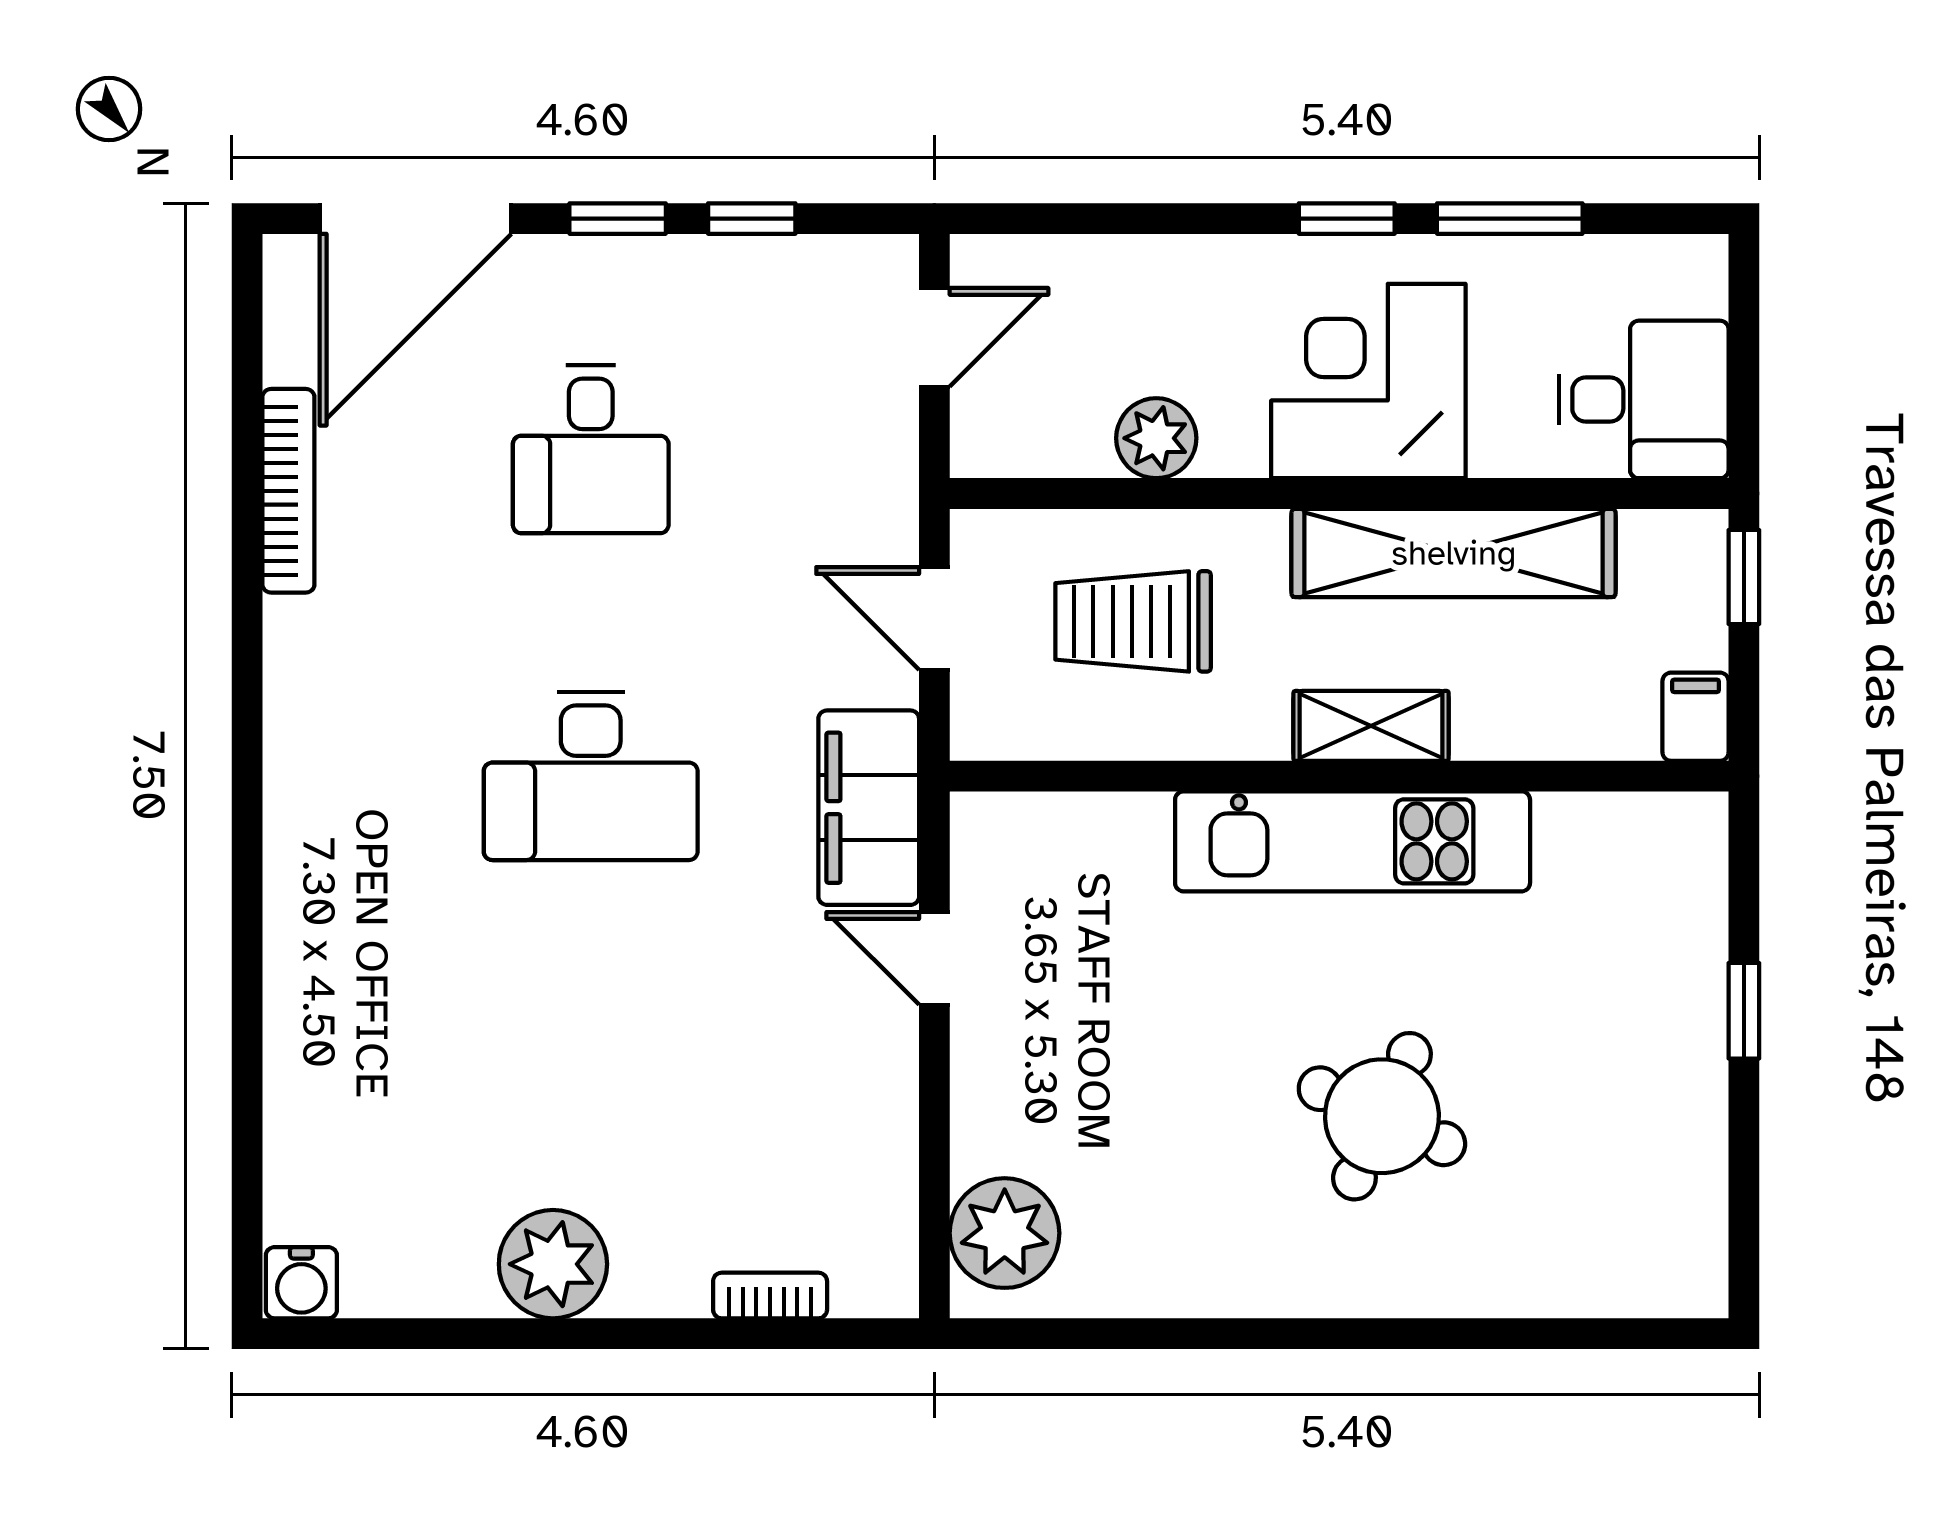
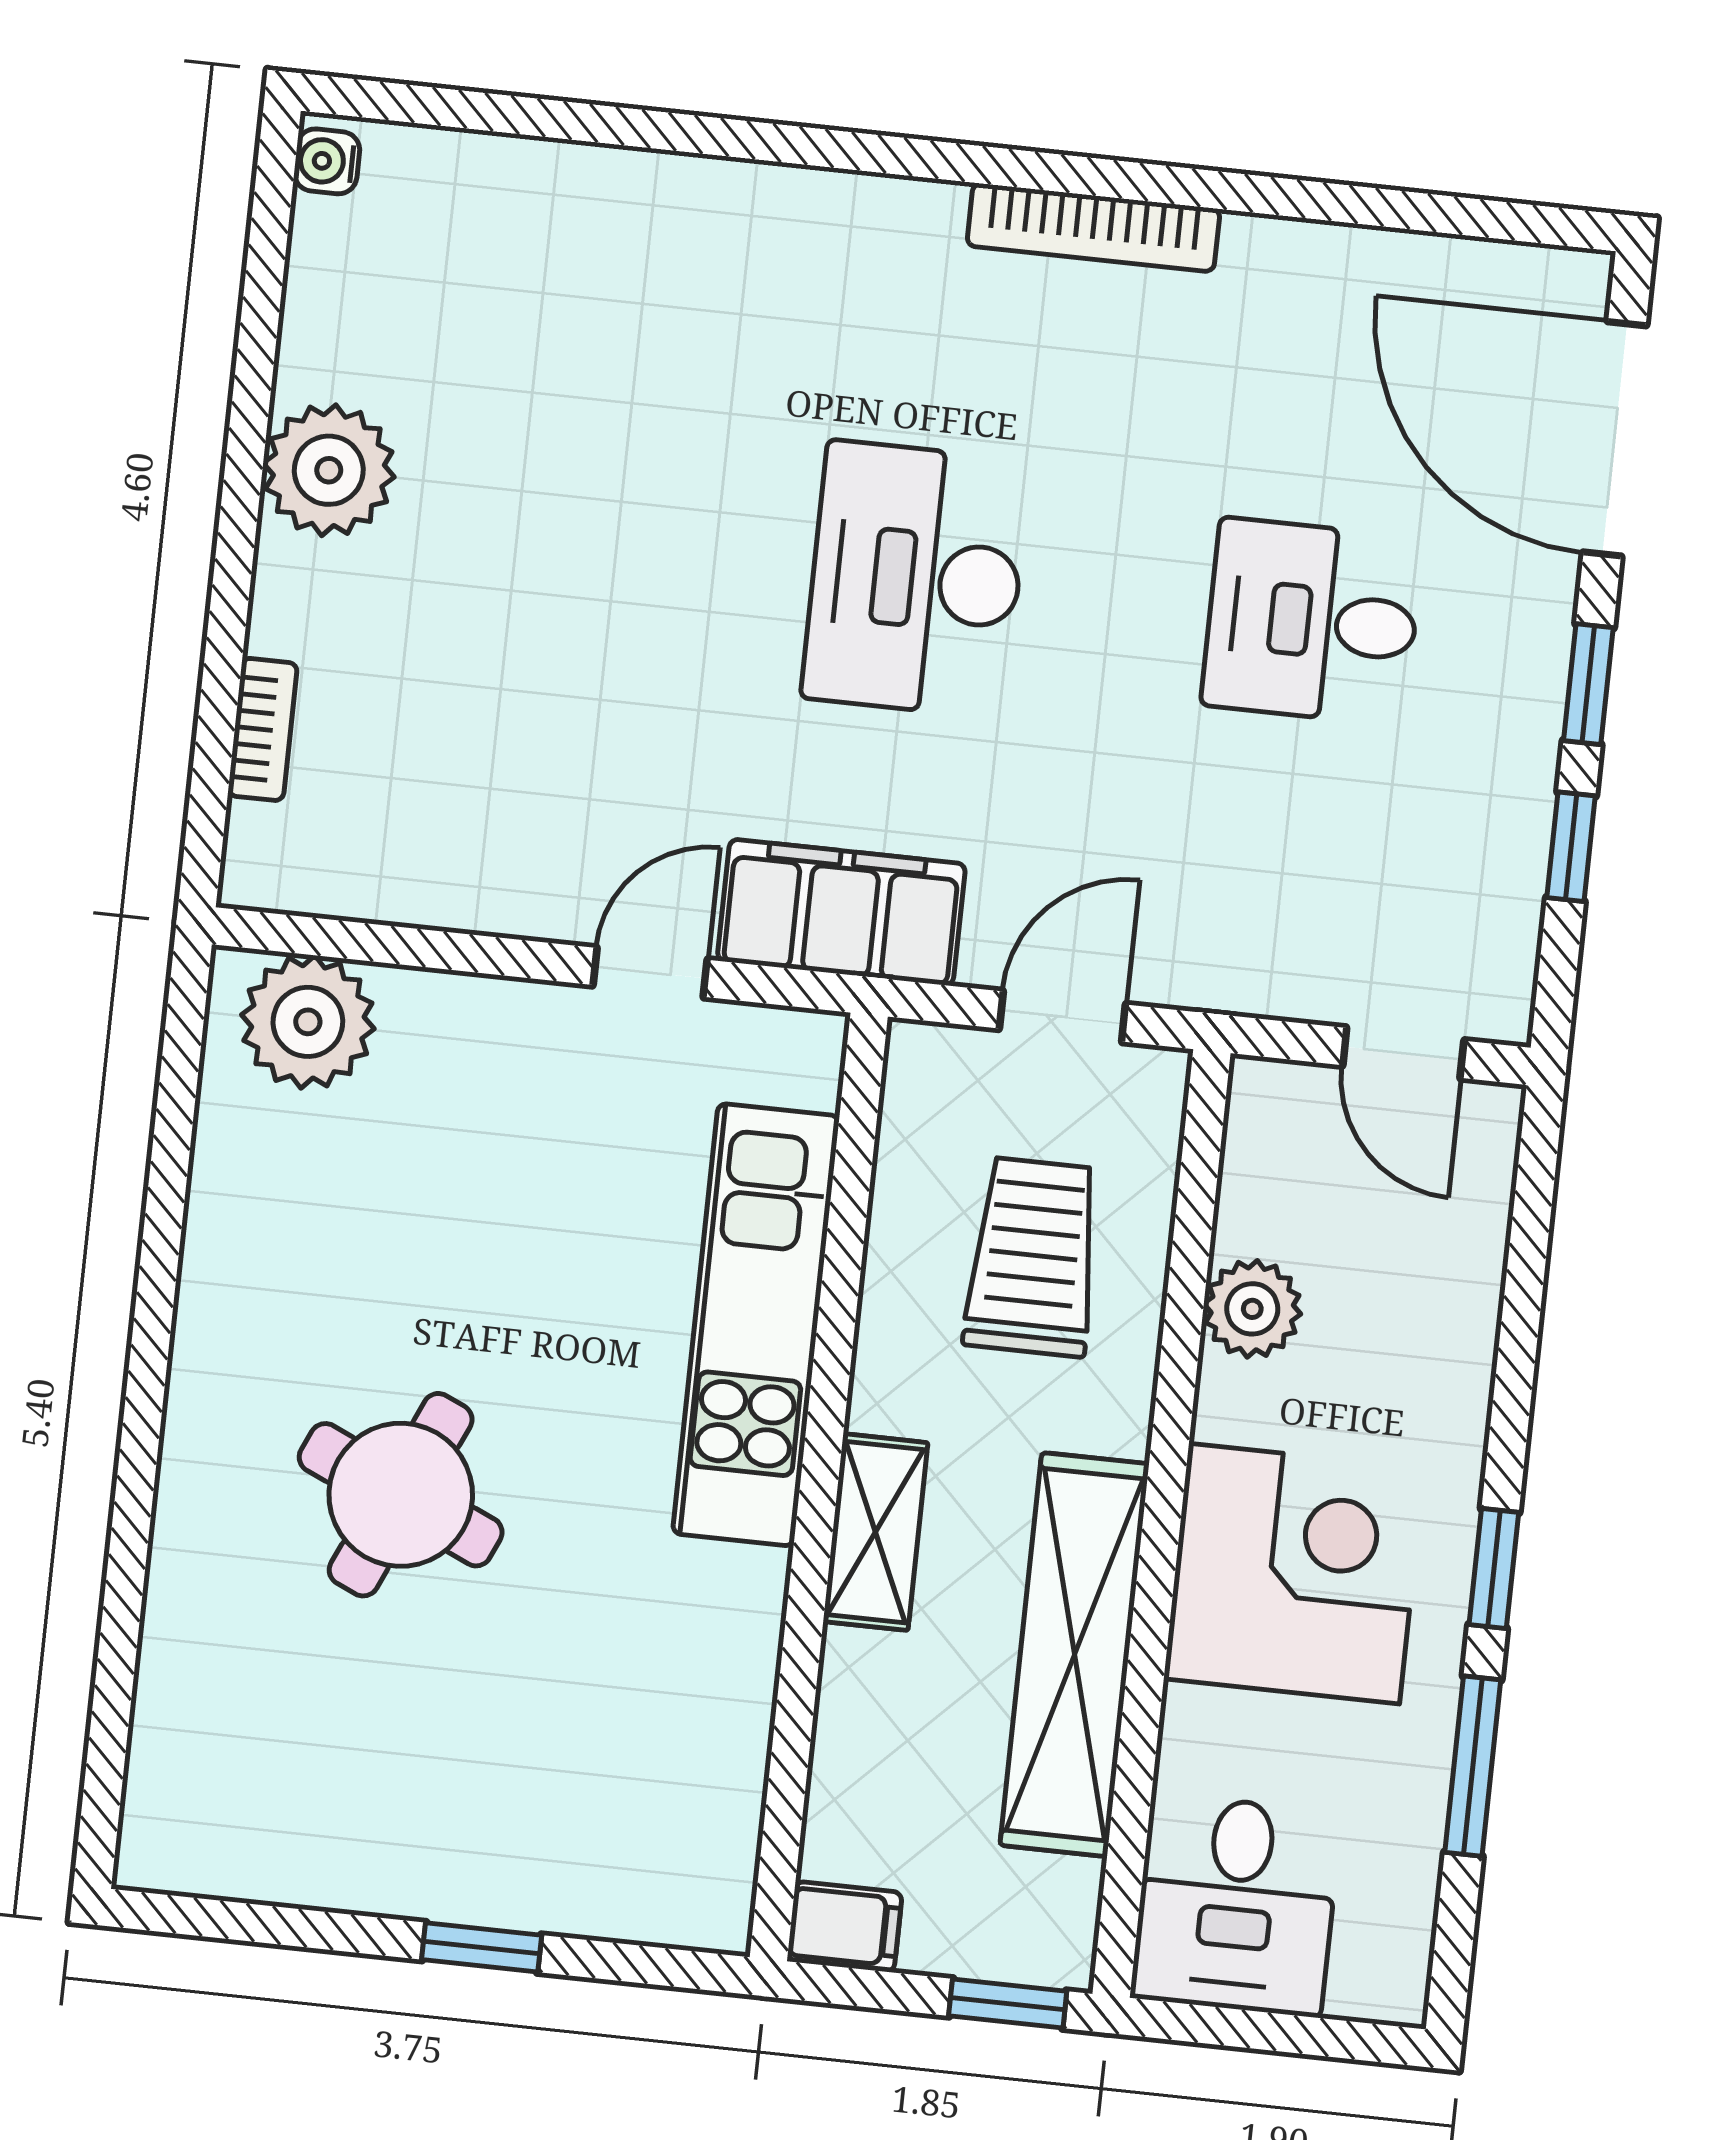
bookcase: (288, 491) -> (1093, 227), moved
kitchen unit: (1353, 841) -> (756, 1325), moved
water cooler: (301, 1283) -> (327, 161), width x0.72, depth x0.72

